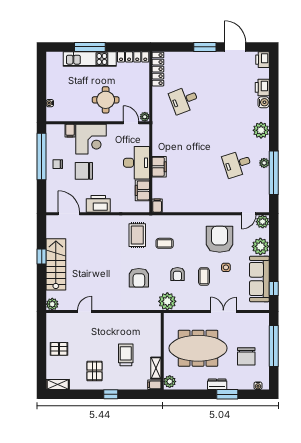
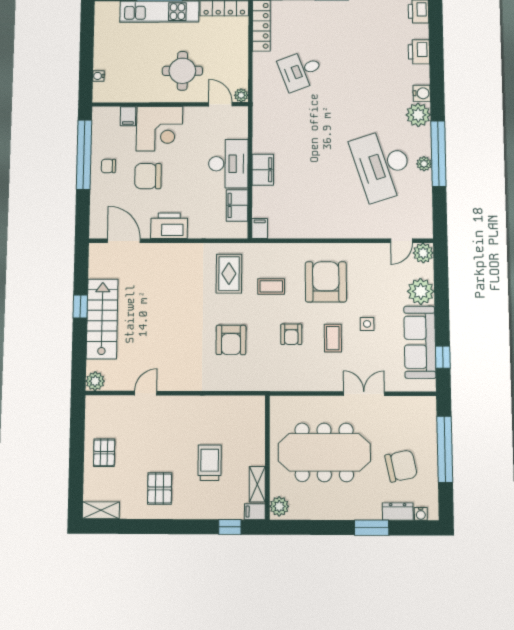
water cooler: (264, 102) -> (422, 93), moved
desk: (237, 164) -> (382, 165), width x1.87, depth x1.30
window: (274, 173) -> (438, 154), moved
armchair: (220, 239) -> (326, 282), moved
plant: (167, 301) -> (275, 377), removed
pallet: (59, 349) -> (104, 453), turned 90
chair: (246, 356) -> (401, 466), turned -102
dresser: (217, 384) -> (398, 511), moved
window: (111, 394) -> (230, 527), moved

